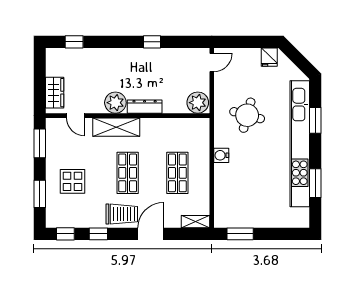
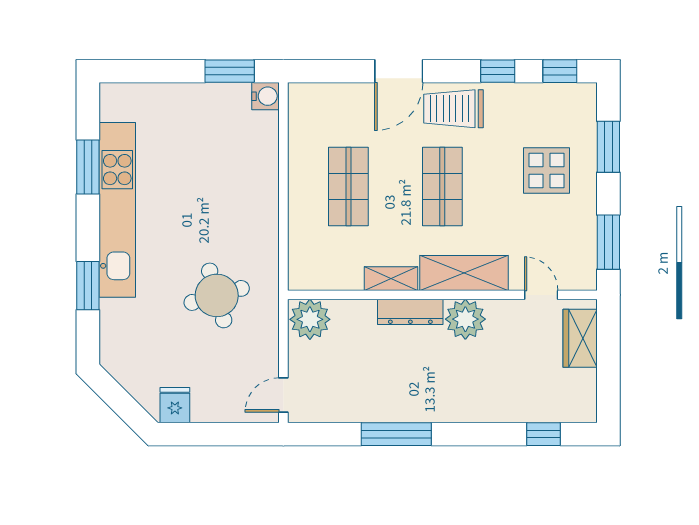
window: (152, 42) -> (396, 434), width x2.17
round table: (247, 115) -> (217, 295), turned -31
kitchen unit: (300, 144) -> (117, 210), width x0.73
water cooler: (221, 155) -> (266, 96), moved
shelving: (195, 222) -> (391, 279), moved

